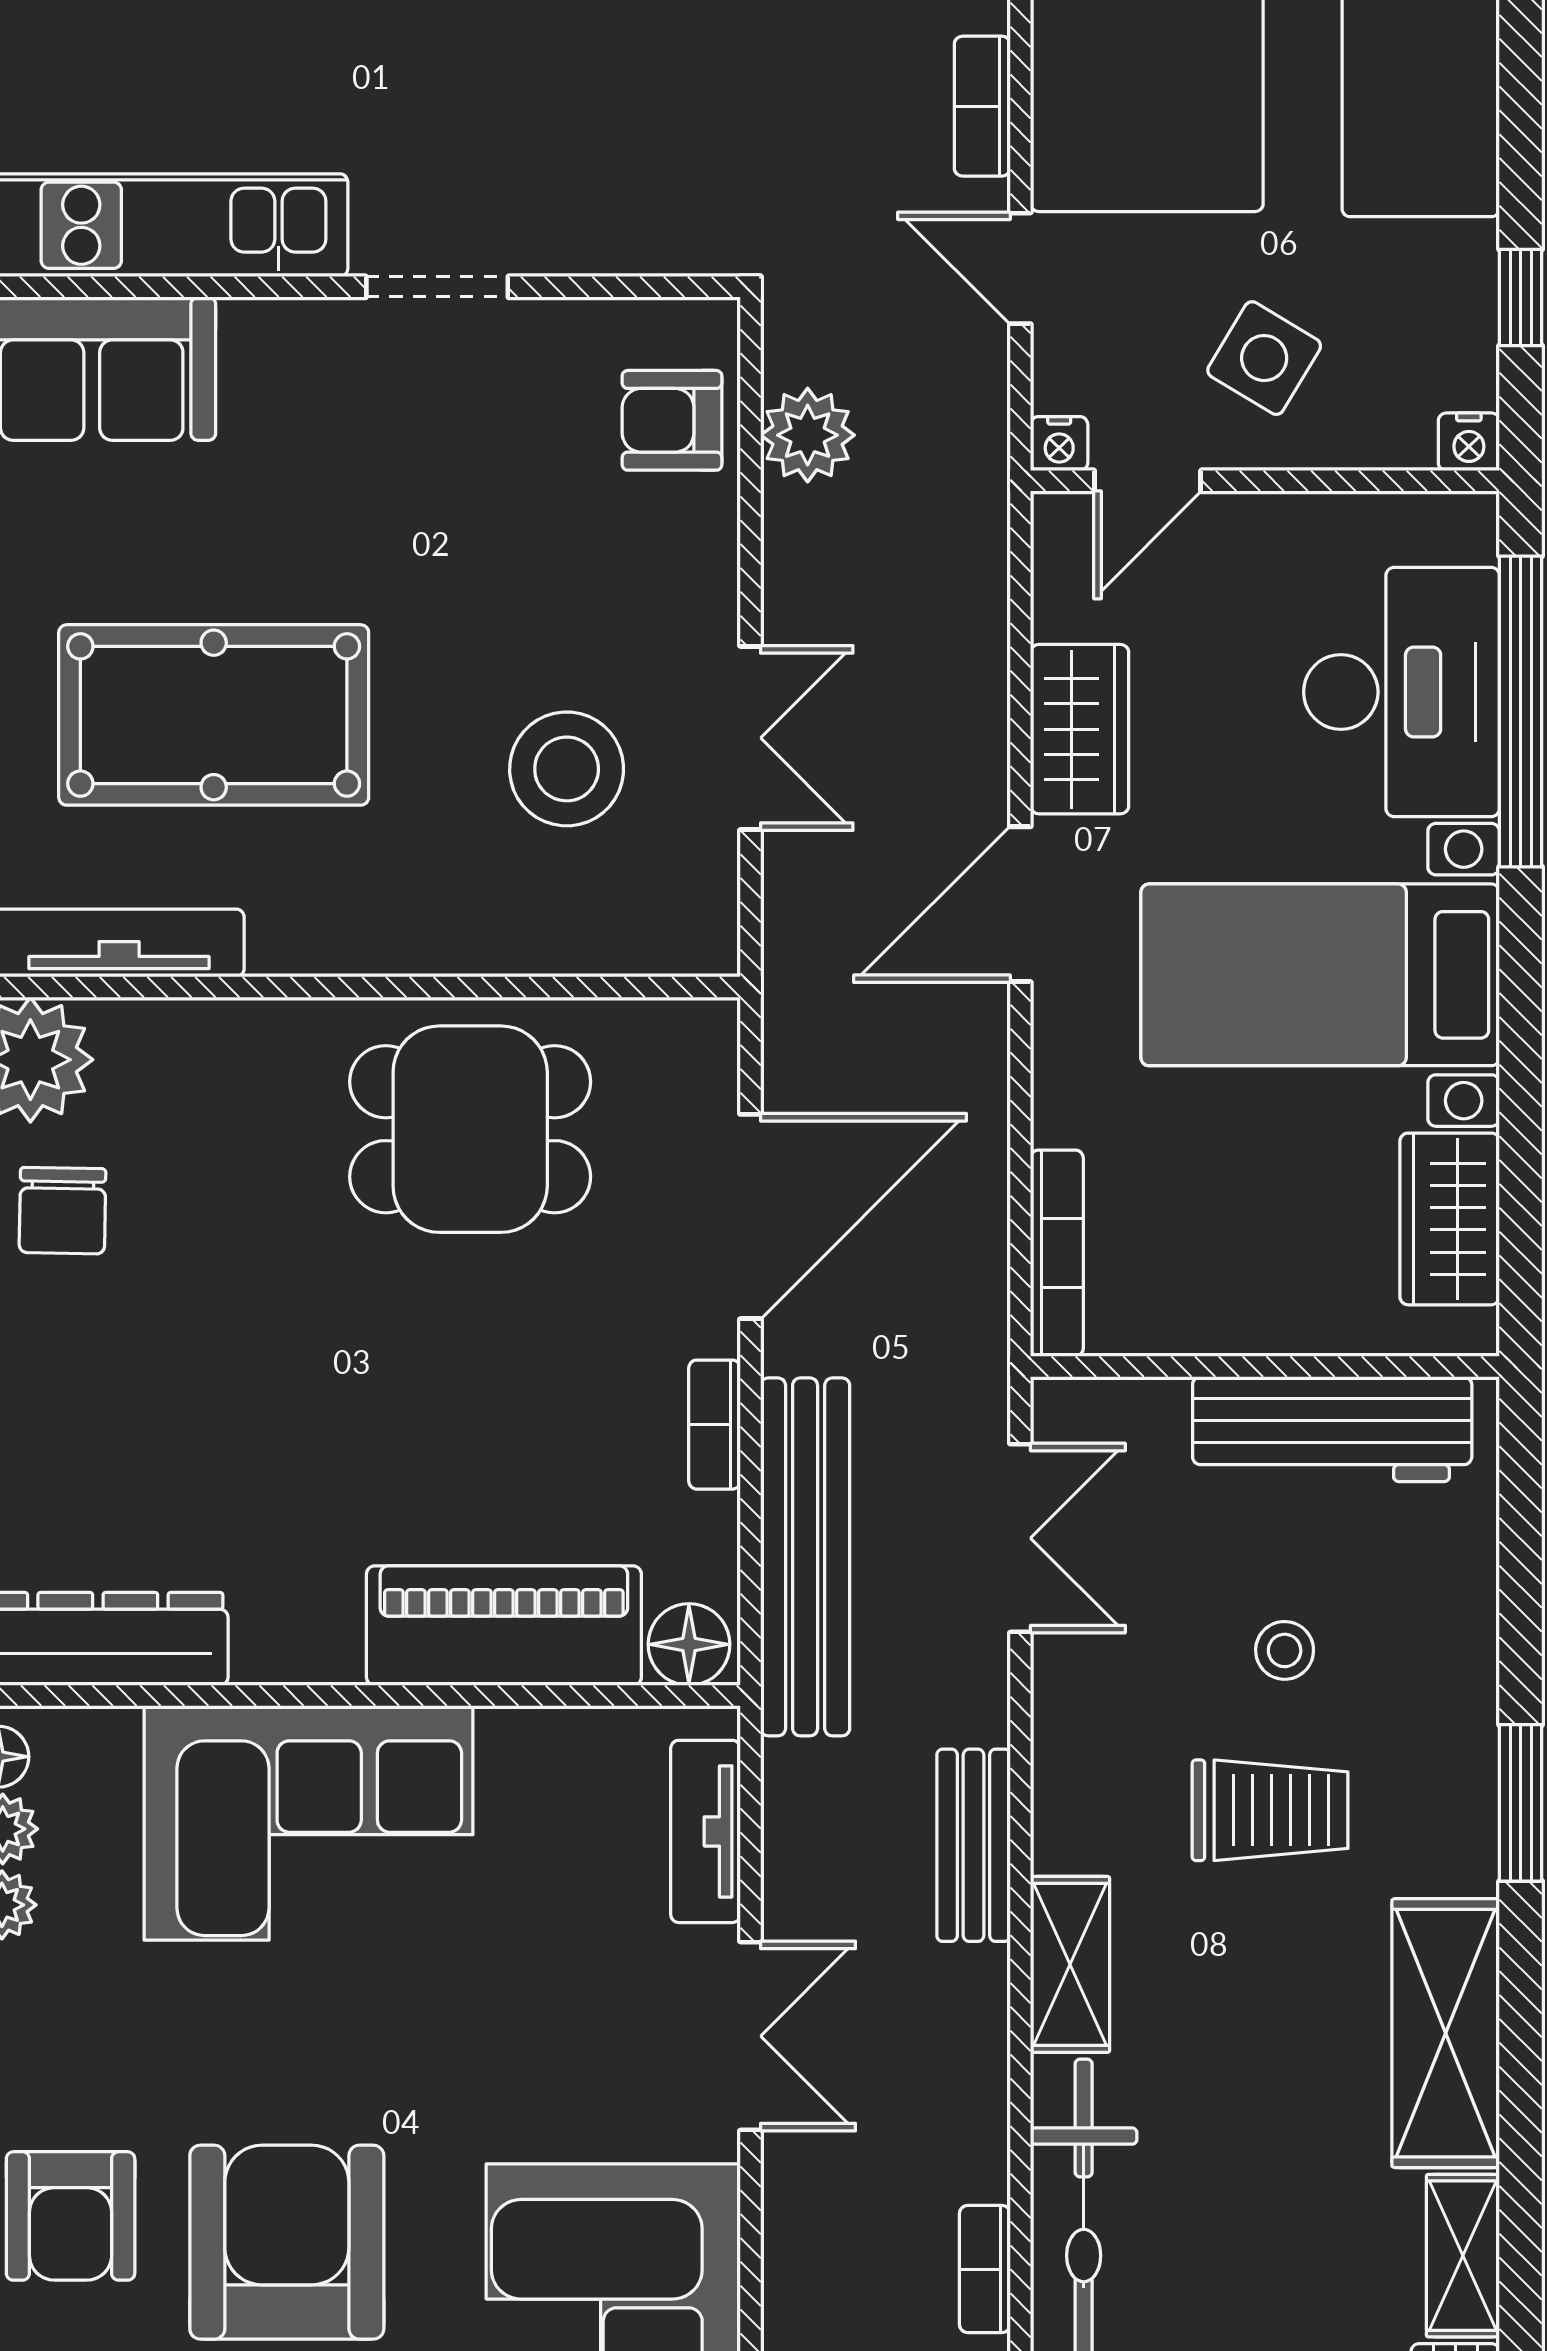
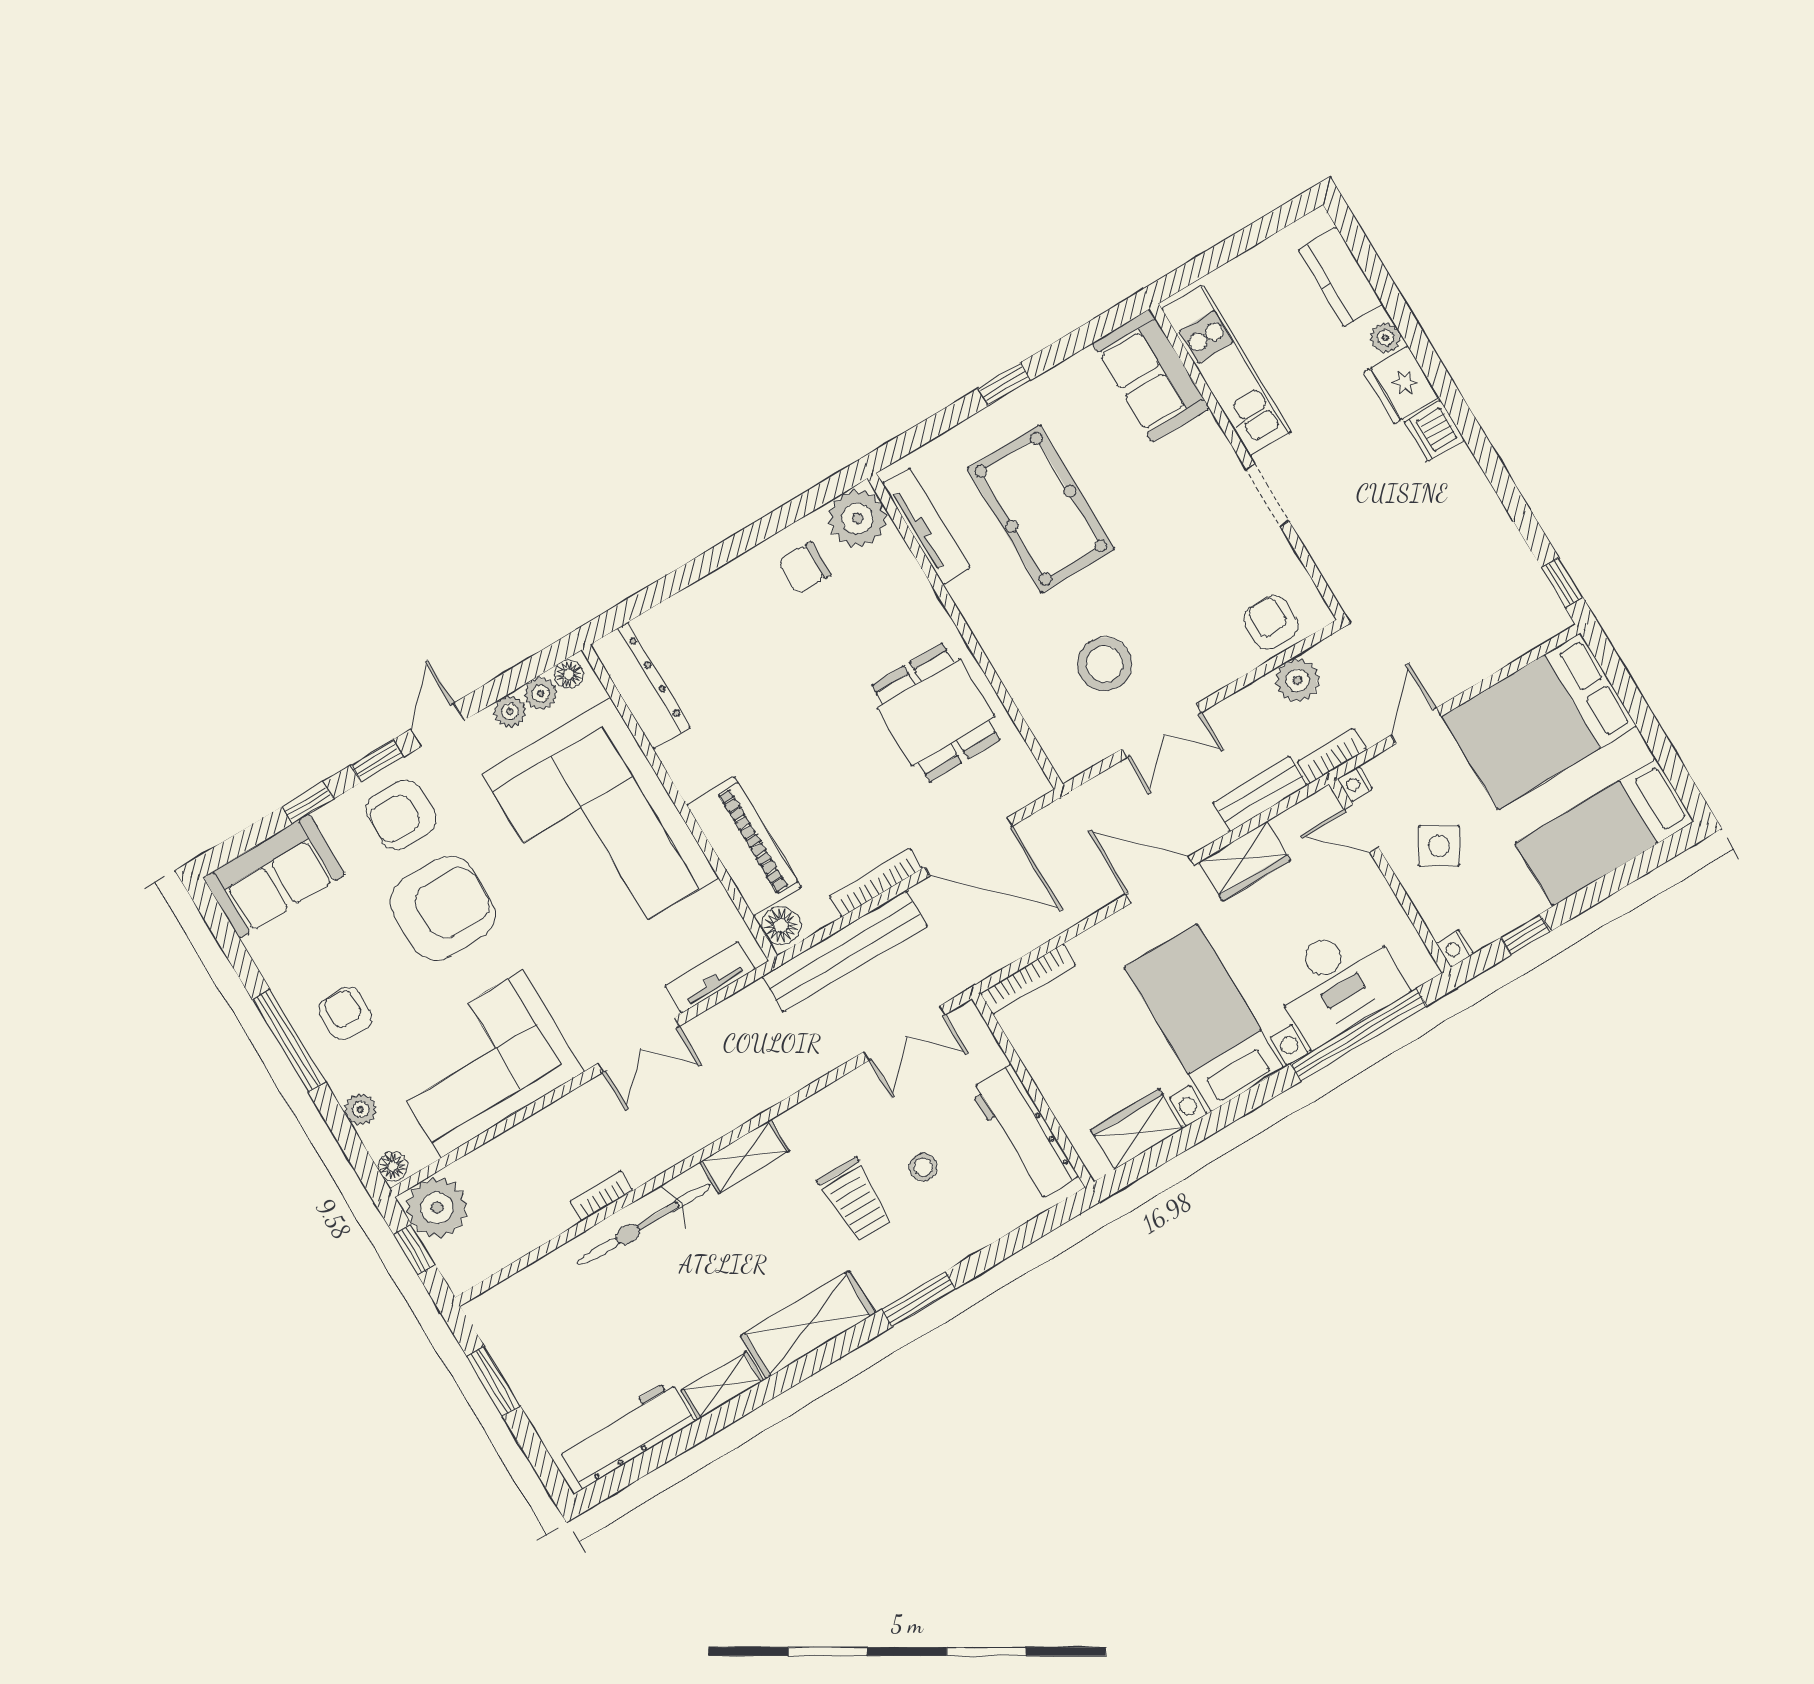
bookcase: (982, 106) -> (1332, 756), moved
bookcase: (715, 1425) -> (876, 883), width x1.56
corner sofa: (308, 1823) -> (600, 826), width x1.36, depth x1.36
bench: (974, 1845) -> (1260, 794), moved

